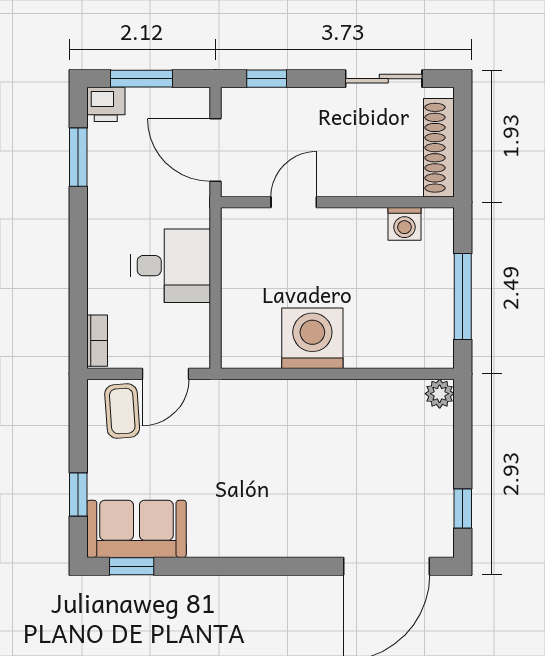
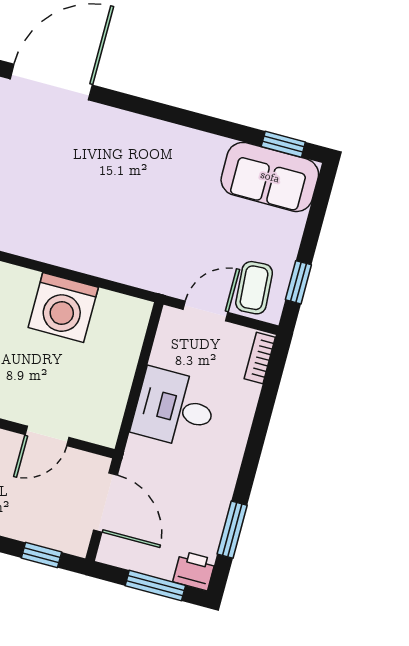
window: (78, 494) -> (298, 282), moved

